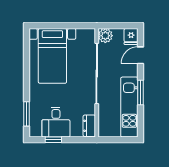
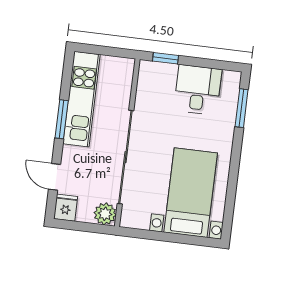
door: (140, 55) -> (55, 177), swing flipped
dresser: (89, 126) -> (147, 78), removed
window: (53, 140) -> (166, 58), moved

